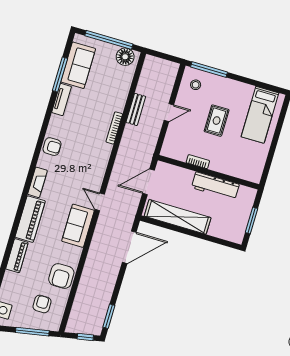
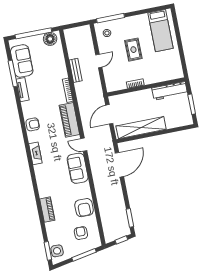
workbench: (215, 186) -> (170, 91), moved
piano: (30, 219) -> (69, 120), moved, turned 180

